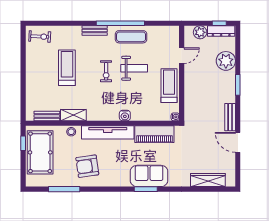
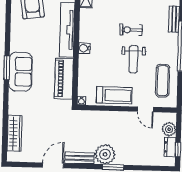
dresser: (221, 31) -> (170, 147), width x0.70
exercise mat: (131, 37) -> (163, 81), moved
plant: (226, 61) -> (105, 154), moved

